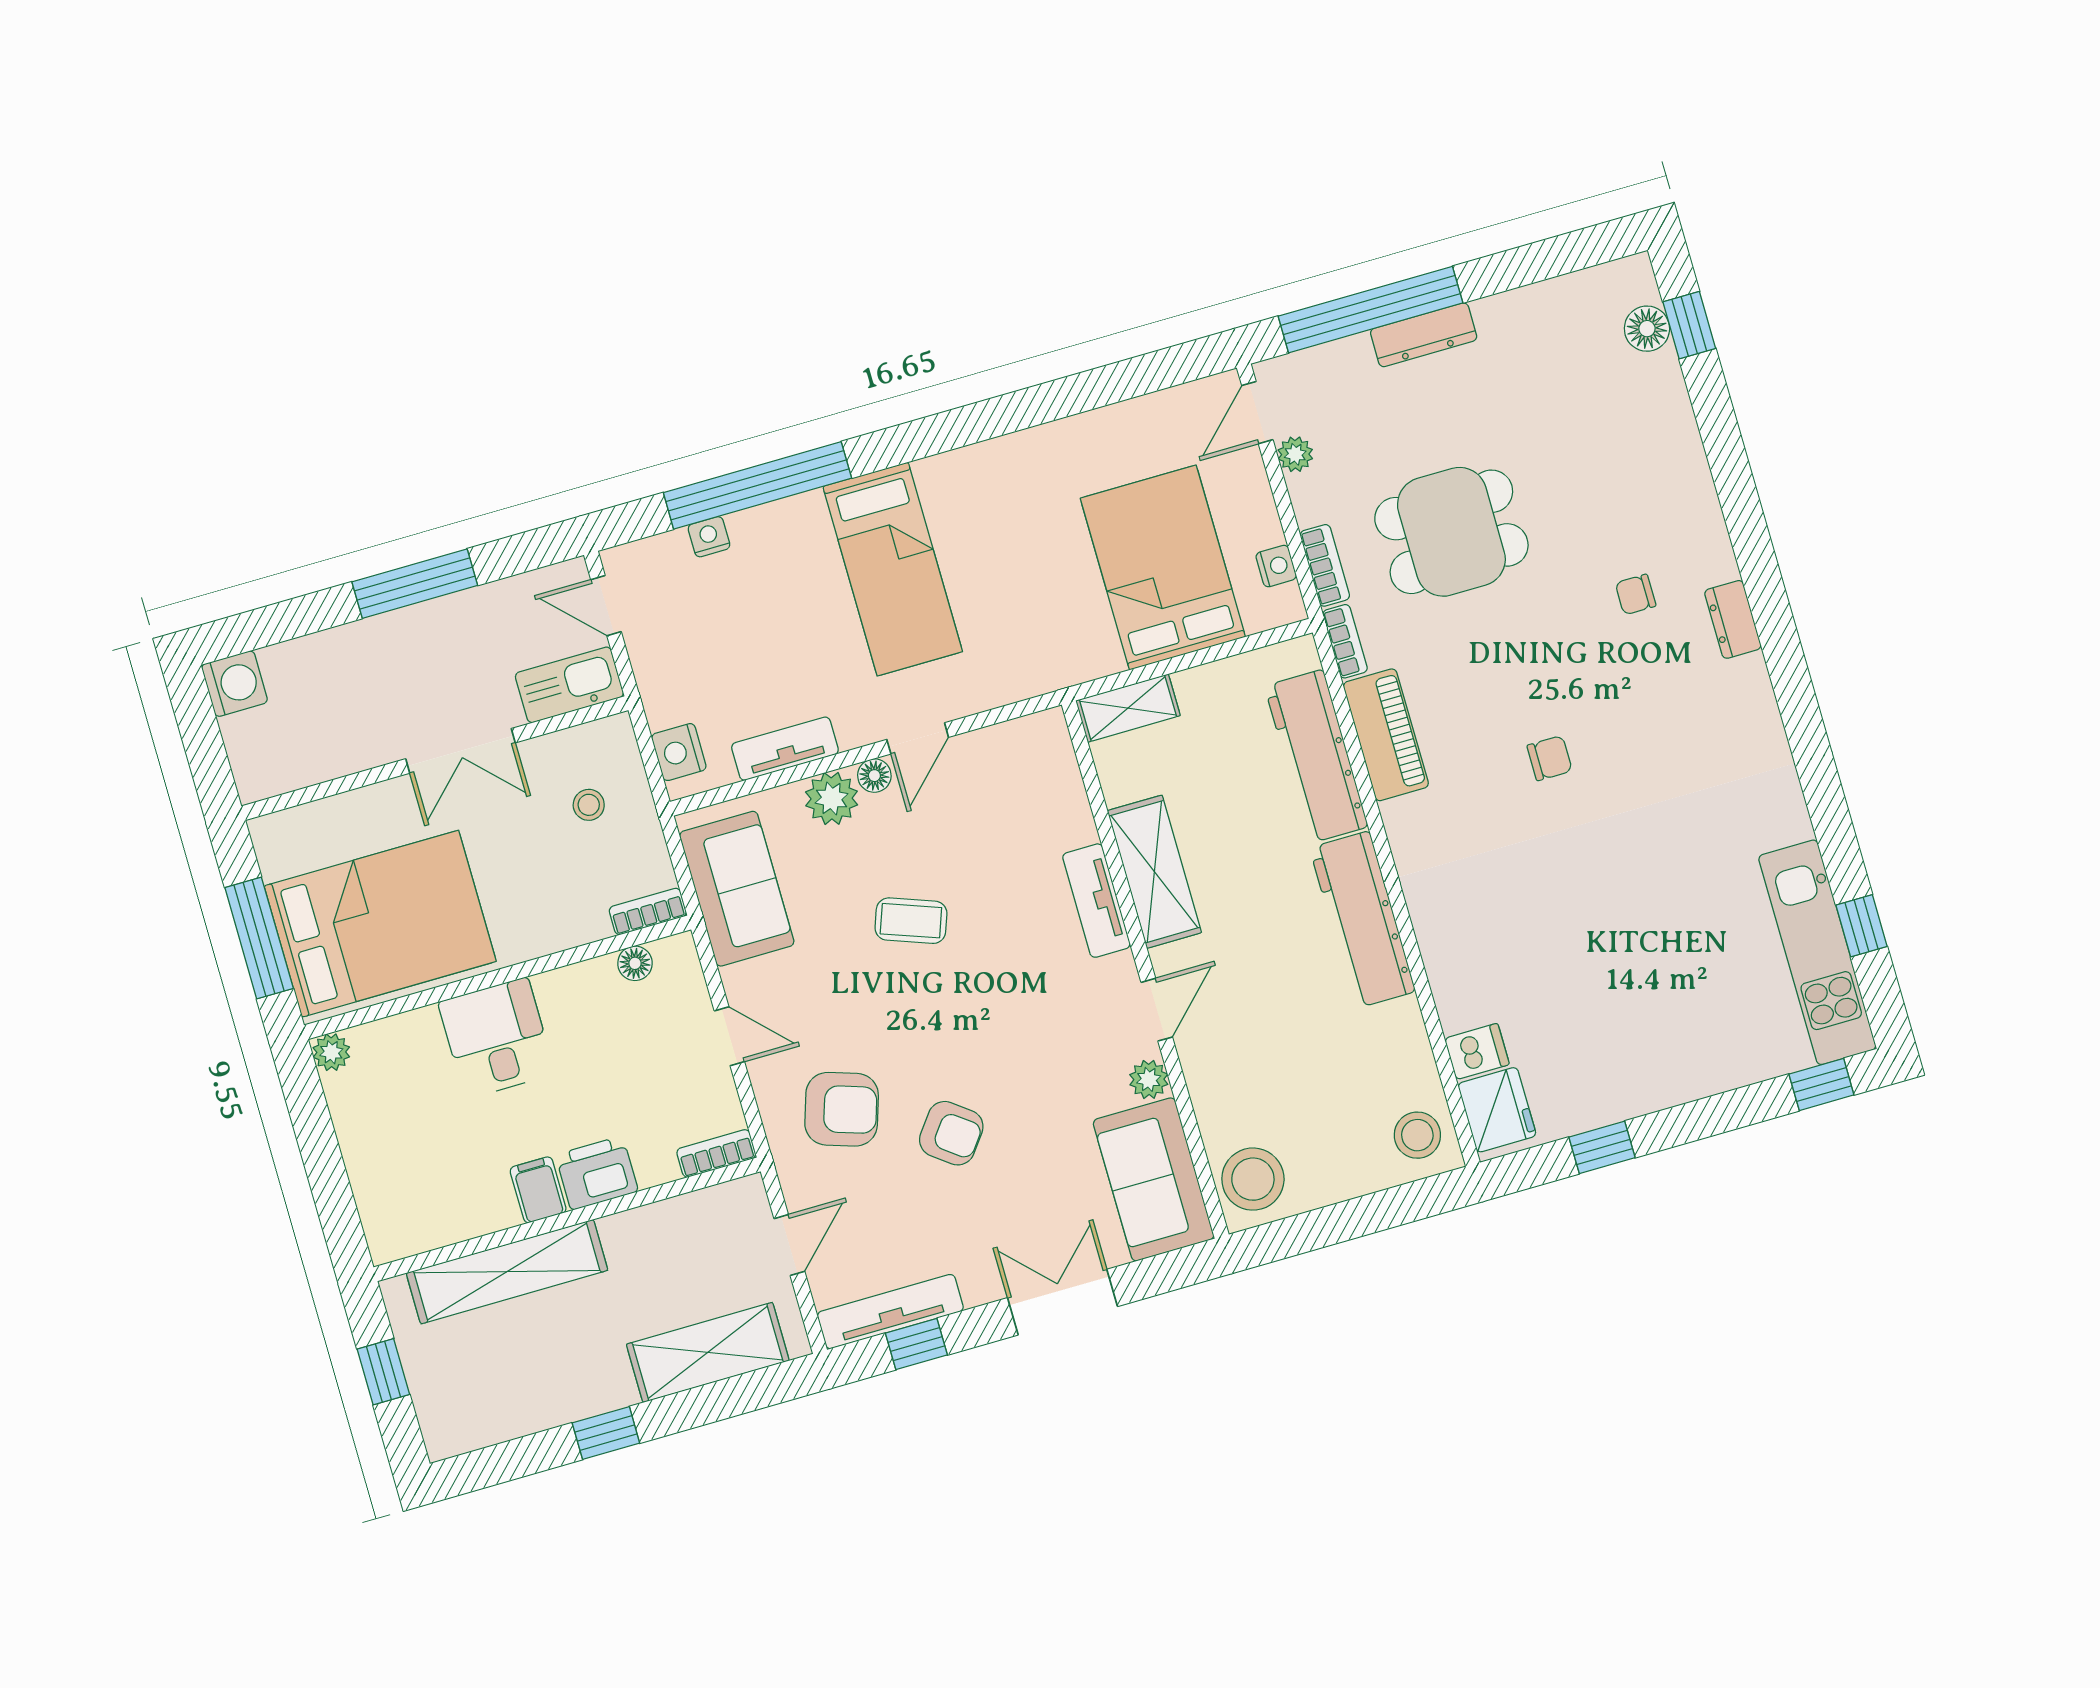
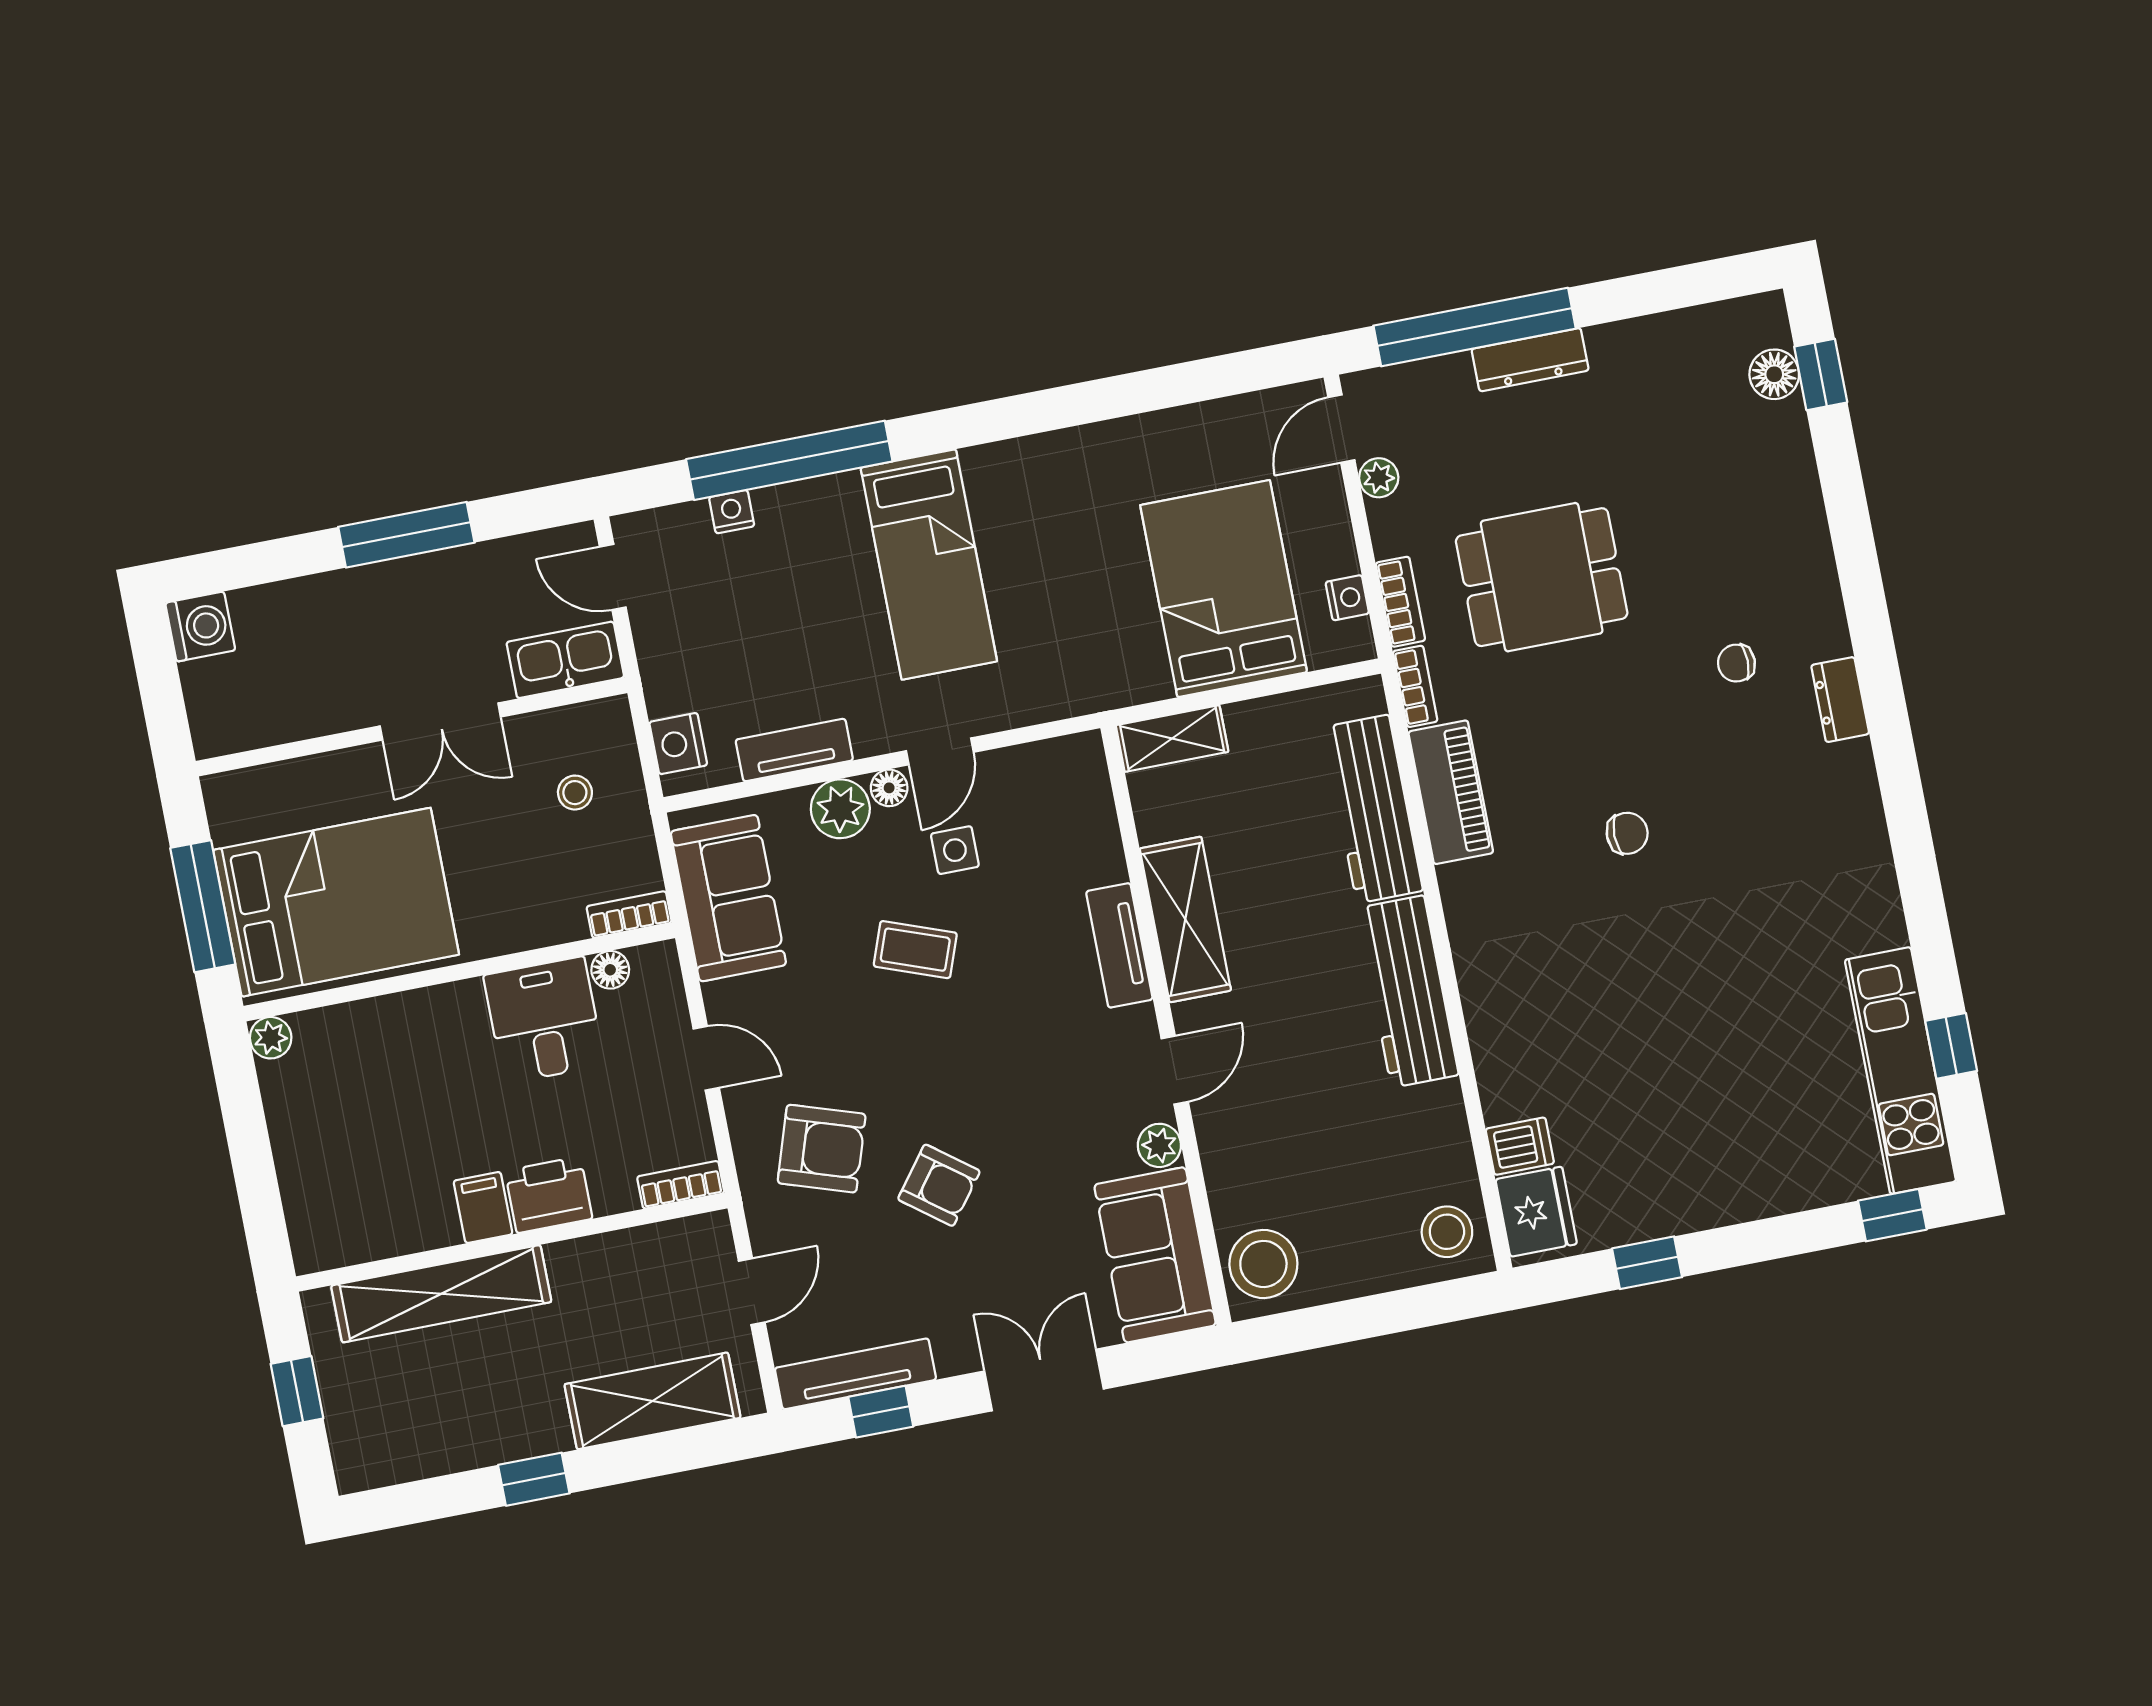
side table: (939, 827) -> (955, 850), added
desk: (497, 1038) -> (544, 1020), moved

